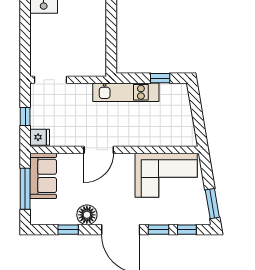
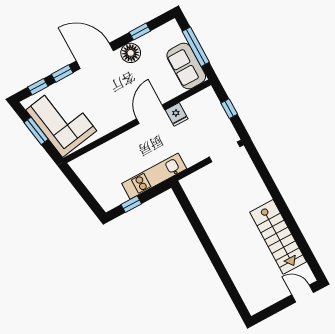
fridge: (40, 137) -> (177, 114), moved, turned -90
corner sofa: (166, 175) -> (61, 120), moved, turned 80
window: (212, 204) -> (36, 131), moved

